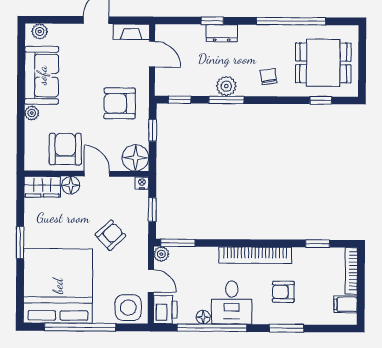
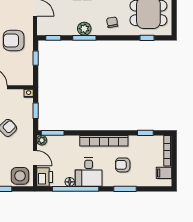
floor lamp: (135, 158) -> (24, 77), removed

